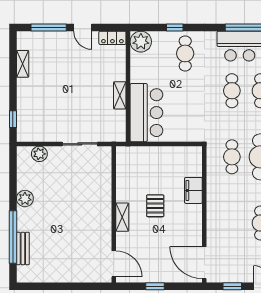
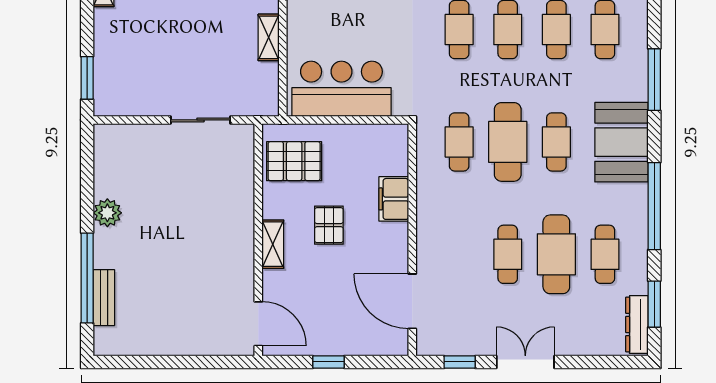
bar counter: (146, 113) -> (341, 89), moved, turned -90
window: (13, 119) -> (87, 78), width x1.50
plant: (39, 154) -> (132, 137), removed
pallet: (135, 168) -> (294, 161), added
door: (204, 263) -> (412, 301), moved

